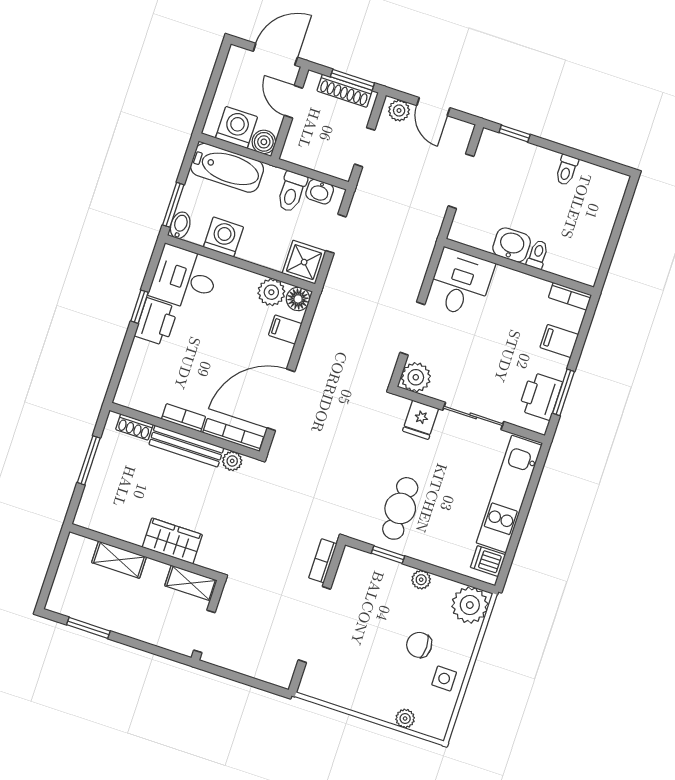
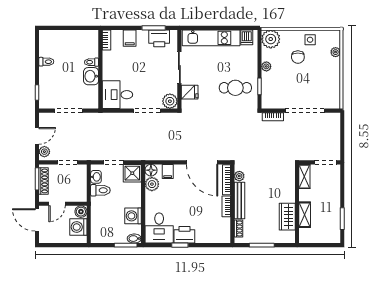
bathtub: (227, 168) -> (99, 225), removed
wardrobe: (172, 541) -> (287, 217), moved

